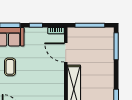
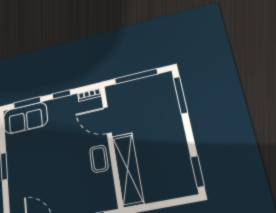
coffee table: (10, 67) -> (99, 159), moved

